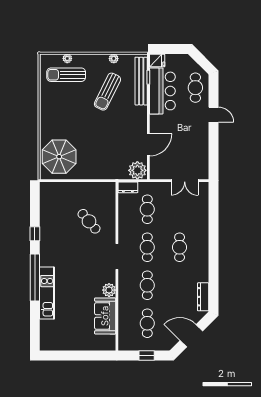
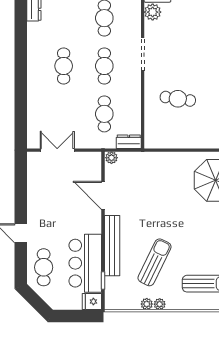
plant: (67, 58) -> (160, 304), moved
bench: (141, 81) -> (112, 246), moved
door: (148, 145) -> (103, 195), hinge flipped
plant: (137, 170) -> (111, 158), width x0.53, depth x0.53
cafe table: (89, 221) -> (178, 99), turned -42

